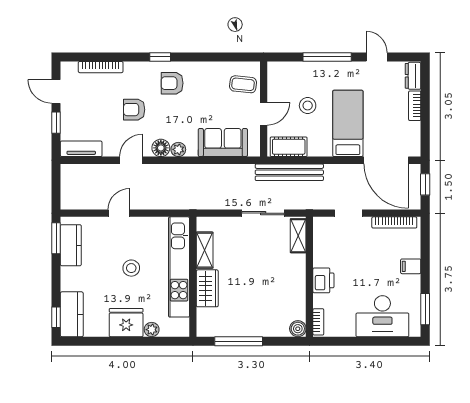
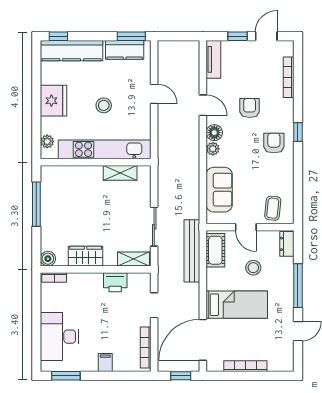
dresser: (413, 76) -> (287, 244), moved, turned -90
bookcase: (415, 106) -> (245, 366), width x1.56
printer: (323, 280) -> (115, 282), moved
wardrobe: (207, 288) -> (86, 256), moved, turned 180
kitchen counter: (72, 314) -> (72, 51), width x1.50
plant: (152, 330) -> (47, 141), moved

